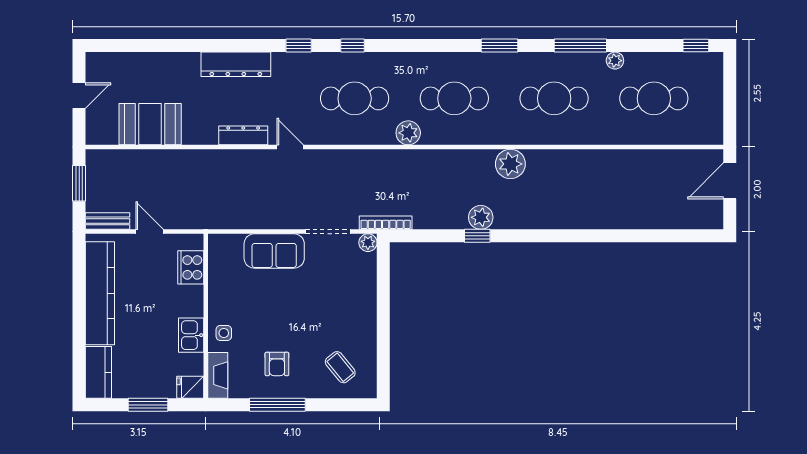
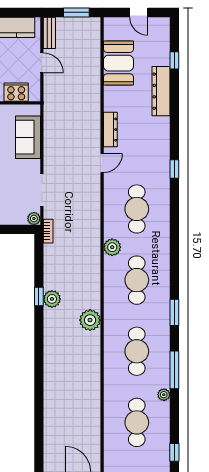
window: (353, 46) -> (174, 60), moved
dresser: (236, 64) -> (161, 91), moved
bookcase: (386, 223) -> (48, 231), width x0.64
door: (150, 232) -> (42, 63), hinge flipped
sofa: (274, 251) -> (28, 137), moved

